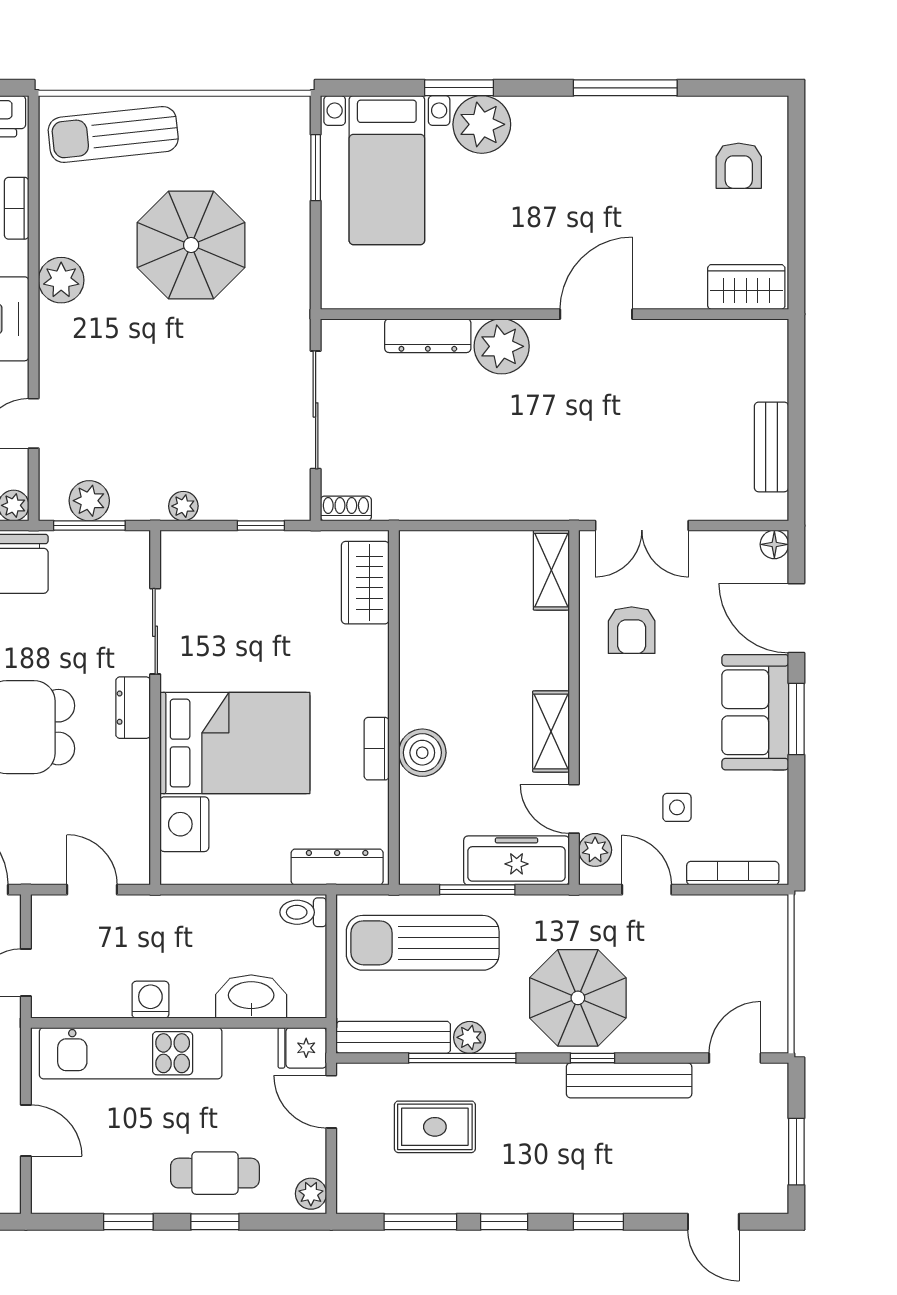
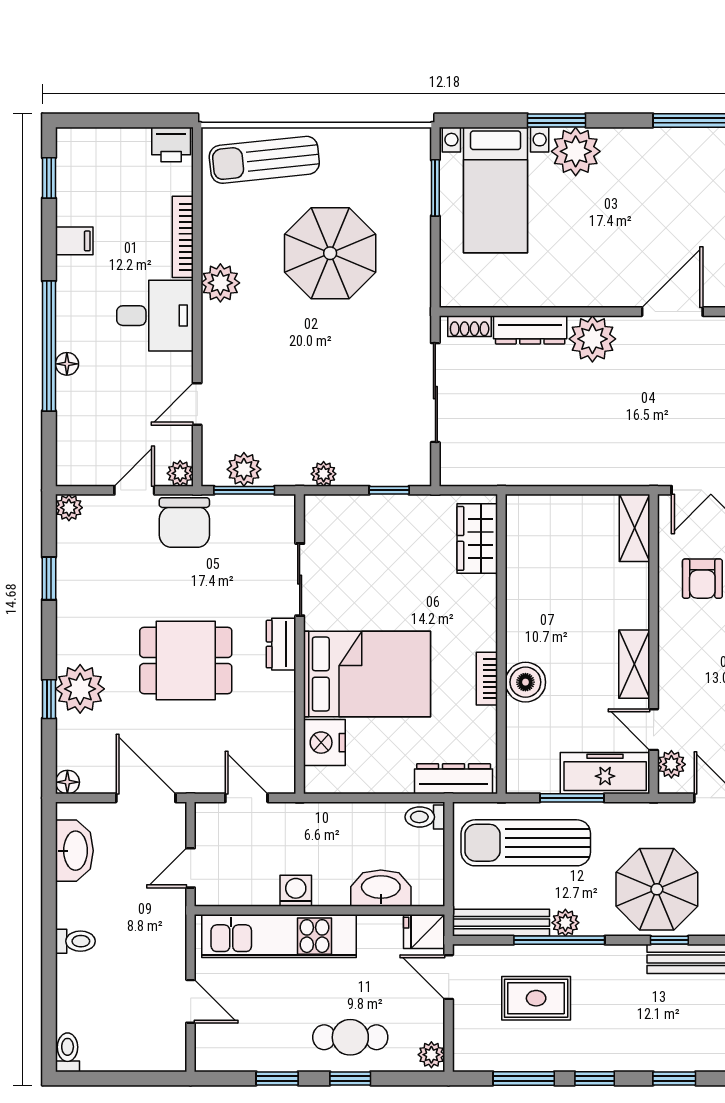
bookcase: (17, 208) -> (183, 237), width x1.56
shoe rack: (346, 508) -> (470, 326), moved, turned 180

